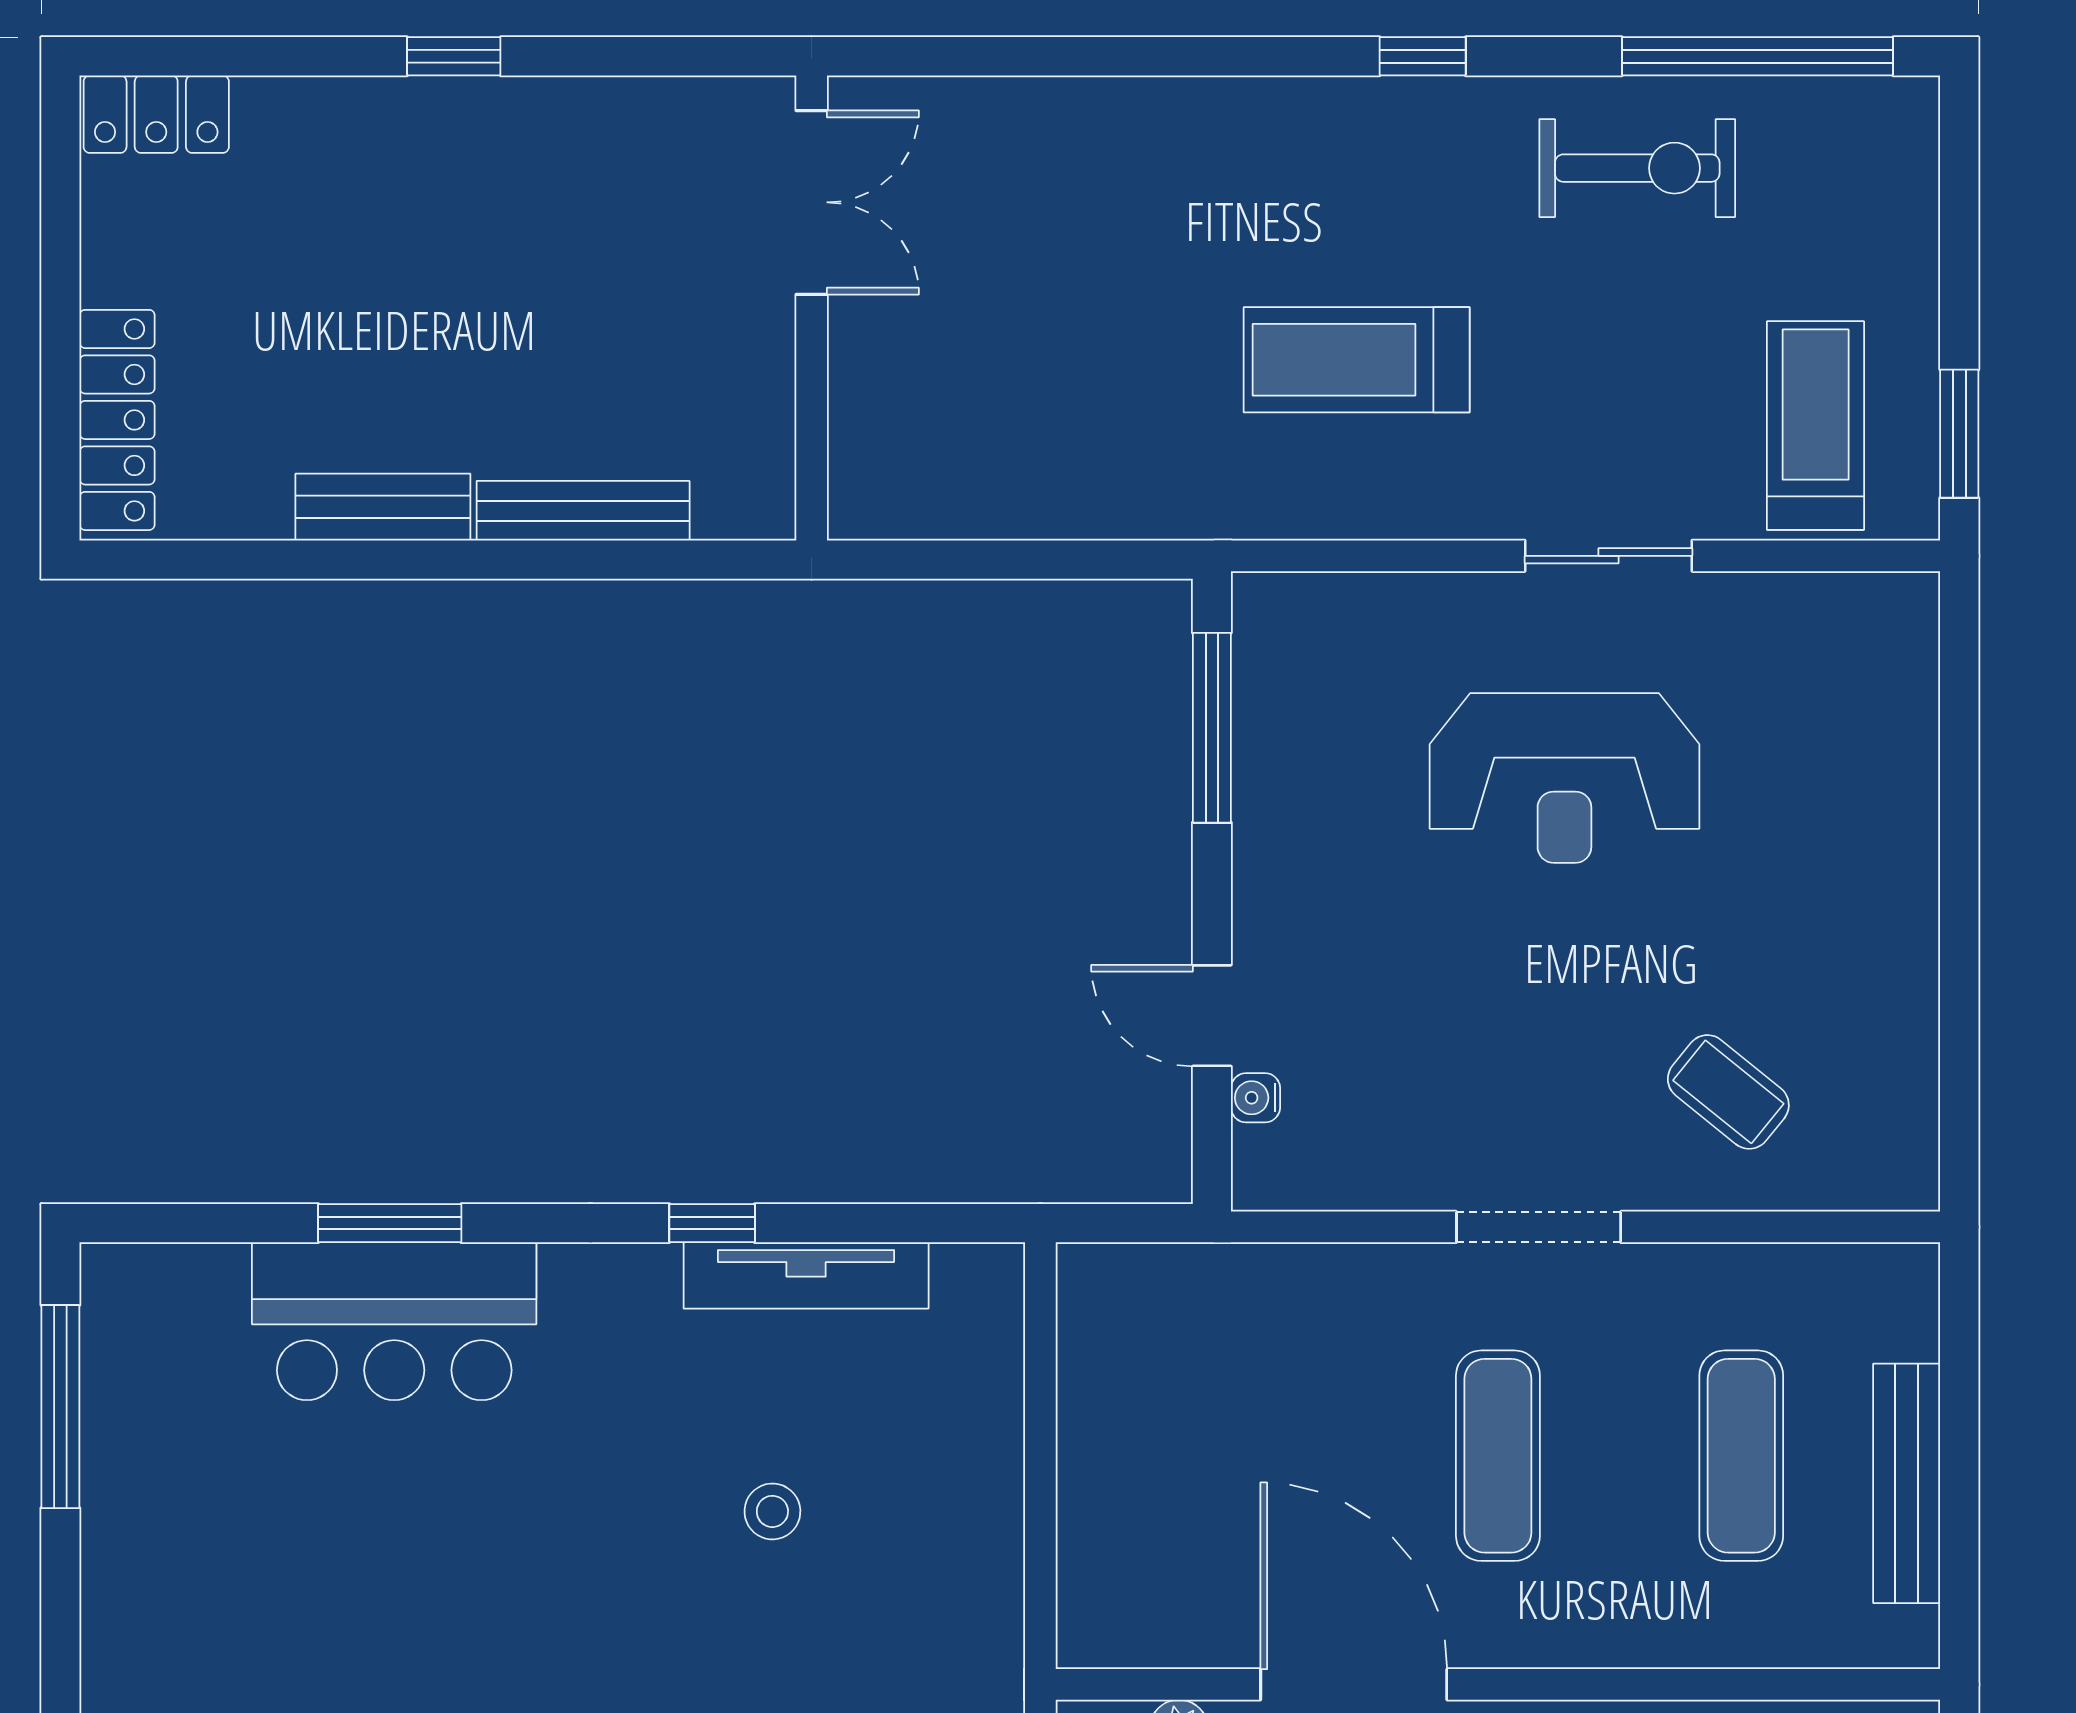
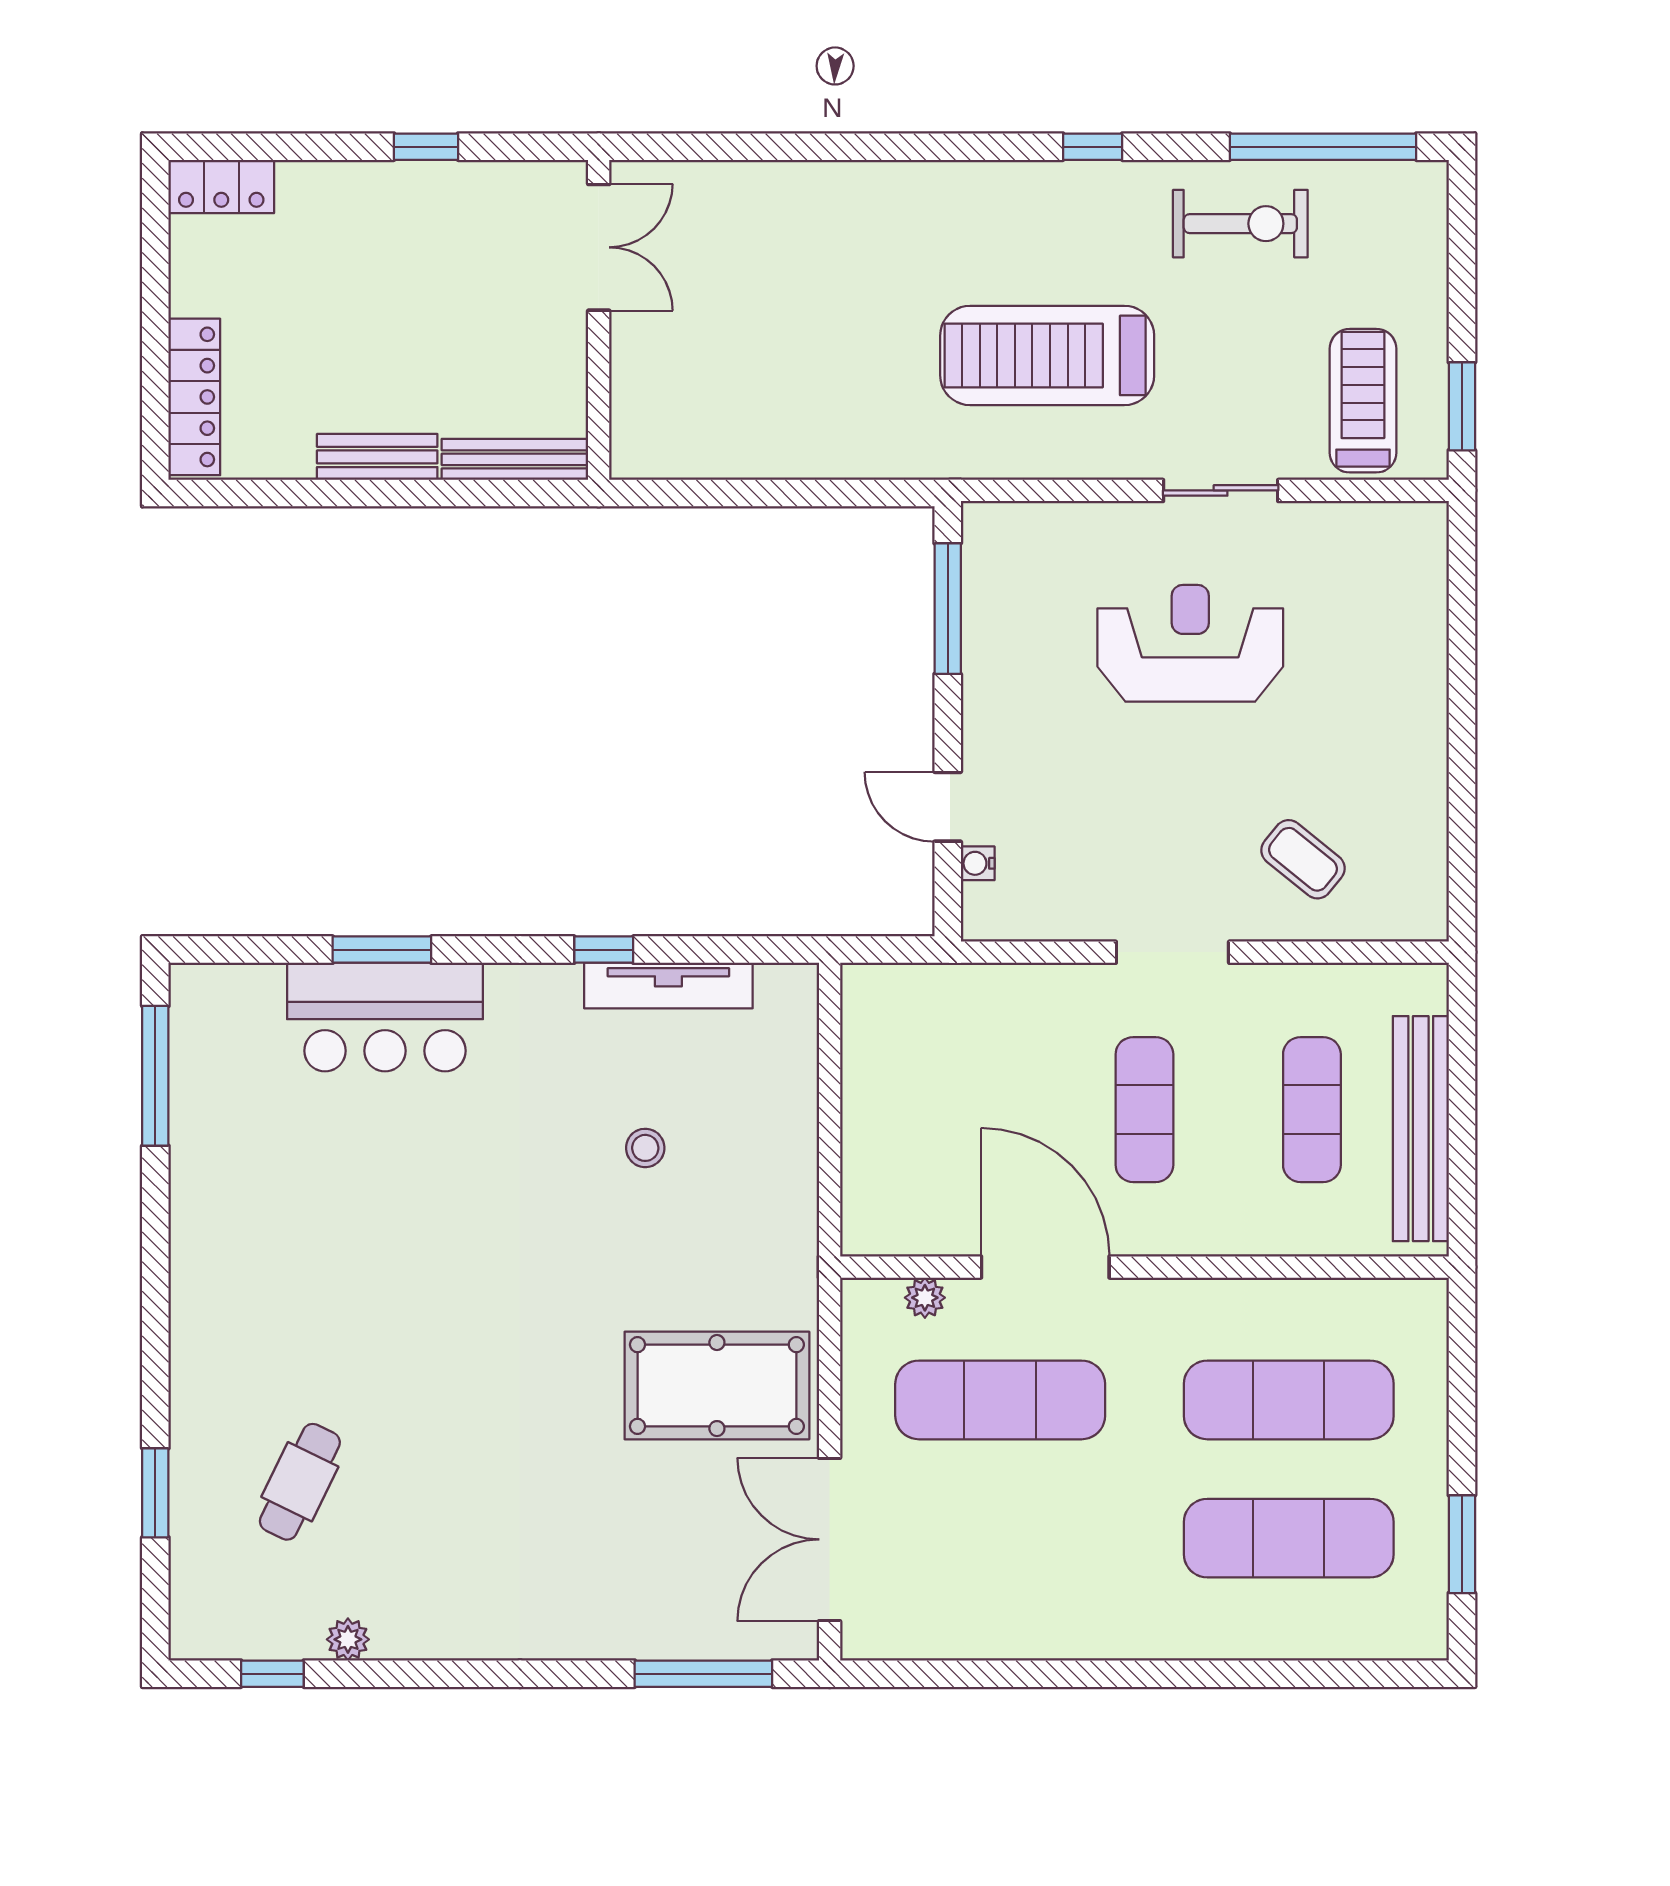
double door: (812, 202) -> (599, 247), moved
wall: (812, 308) -> (599, 320), moved
treadmill: (1357, 360) -> (1047, 355), width x1.37, depth x1.38
reception desk: (1564, 778) -> (1190, 643), turned 180
bench: (1907, 1483) -> (1421, 1129), width x1.37, depth x1.21

